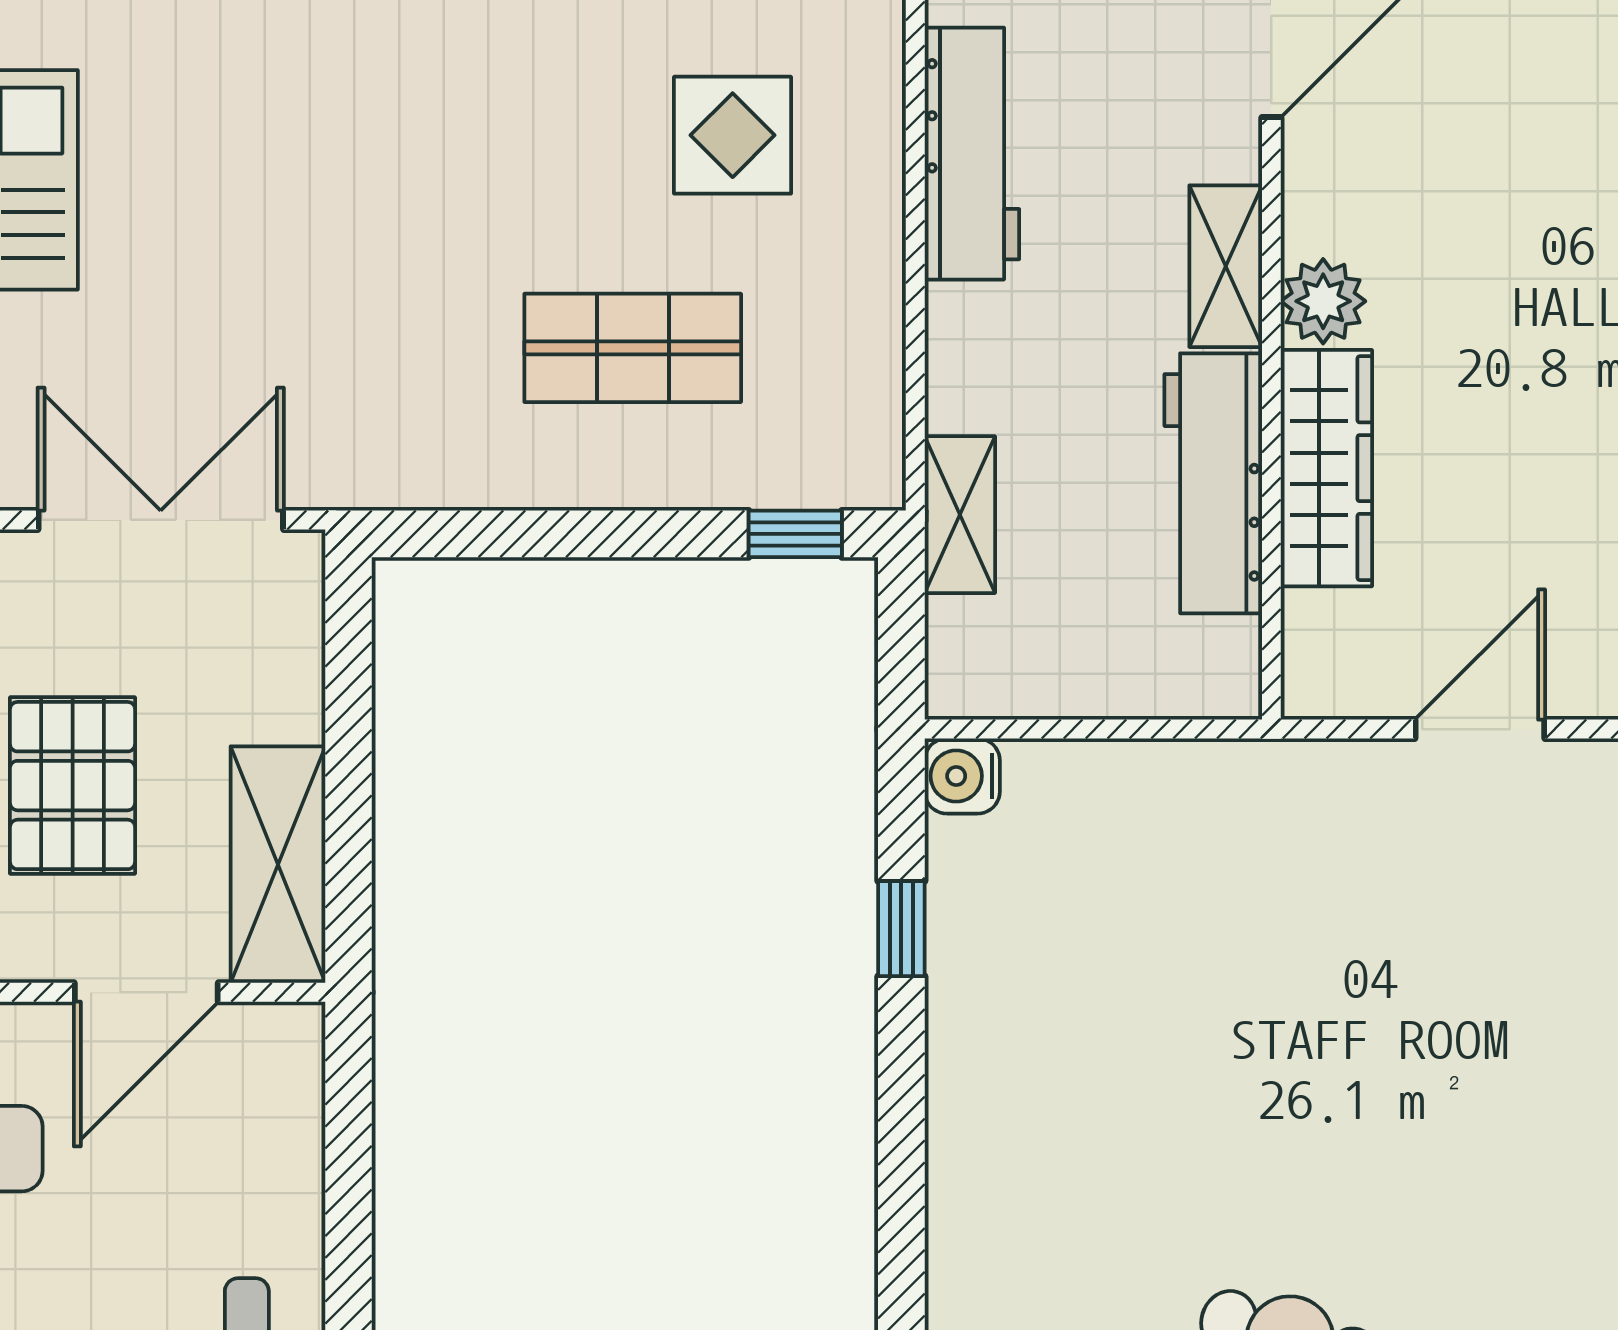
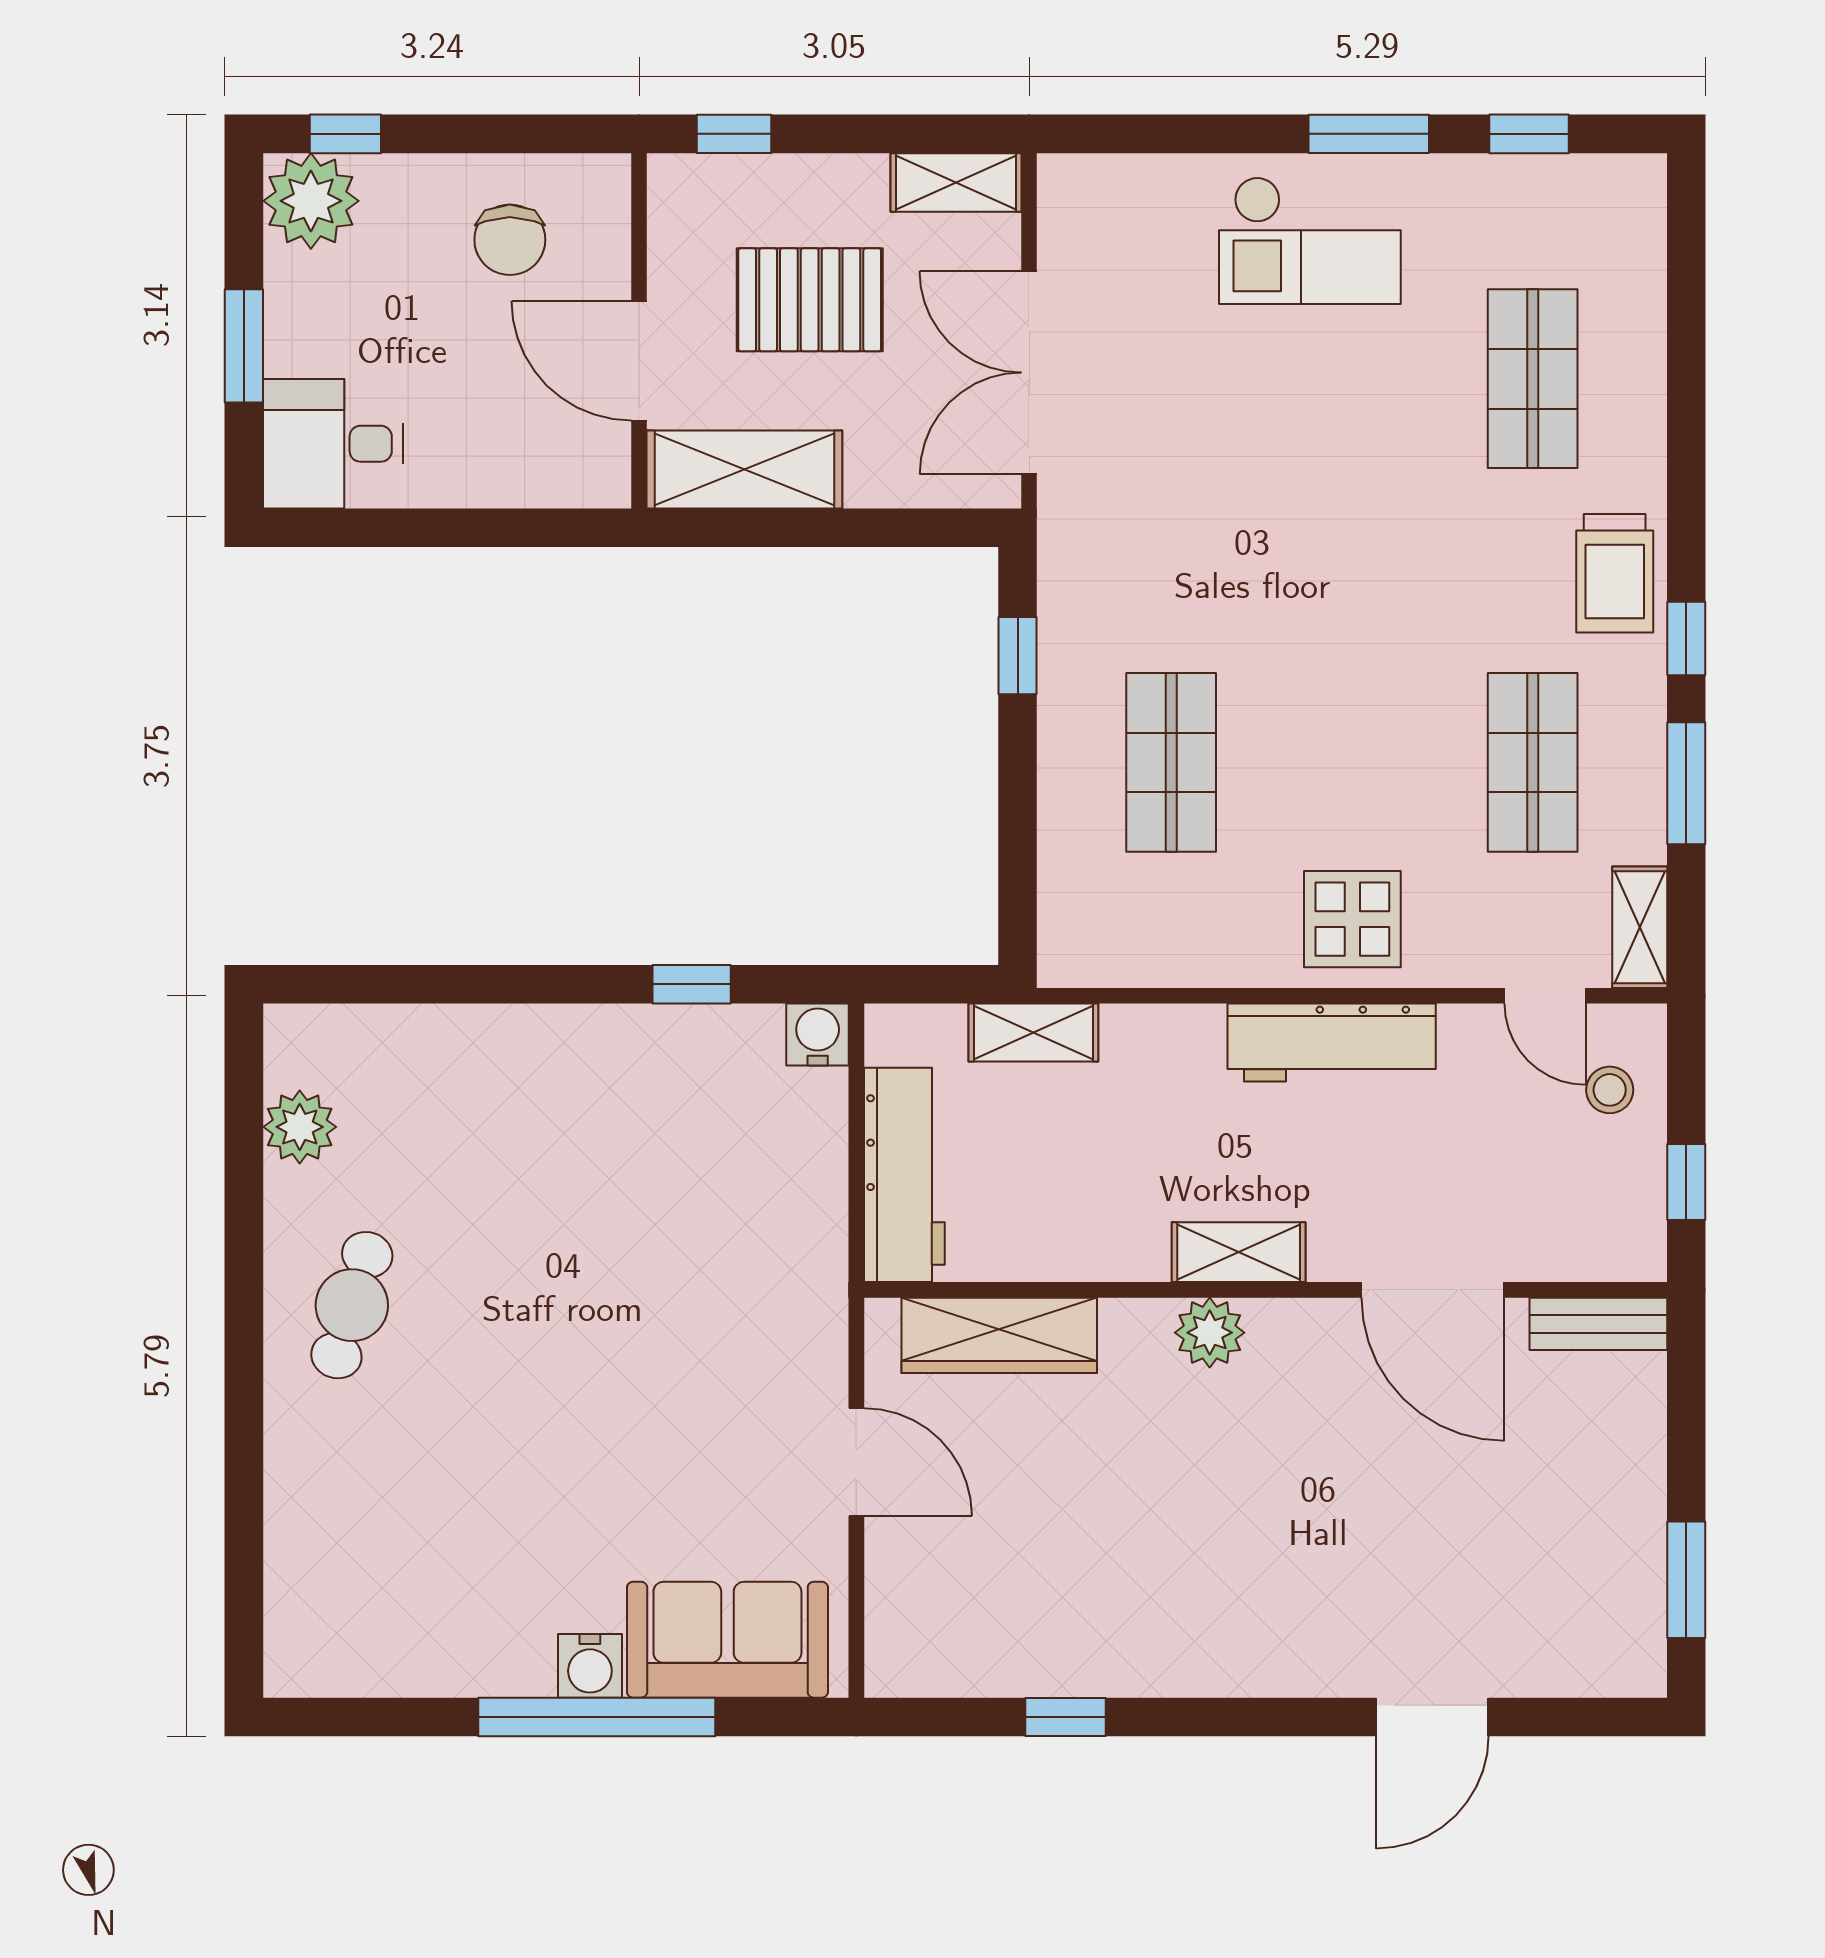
display table: (733, 135) -> (1352, 919), moved
wardrobe: (1326, 468) -> (999, 1335), moved
workbench: (1213, 483) -> (904, 1175), moved, turned 90
double door: (161, 520) -> (1029, 373), swing flipped
window: (795, 534) -> (1018, 656), moved

